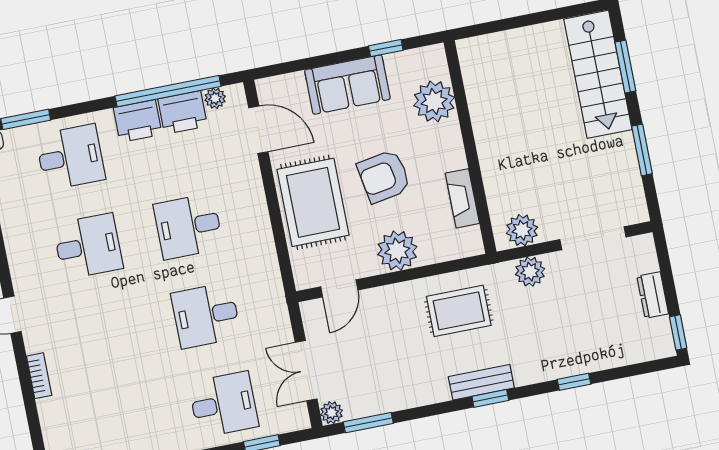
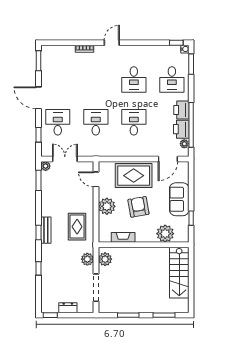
stairs: (598, 74) -> (179, 273), moved, turned -90
desk: (224, 404) -> (58, 122), turned 180

